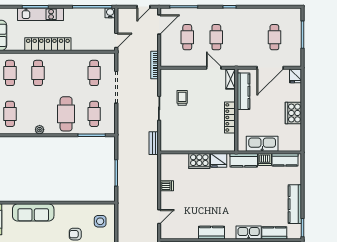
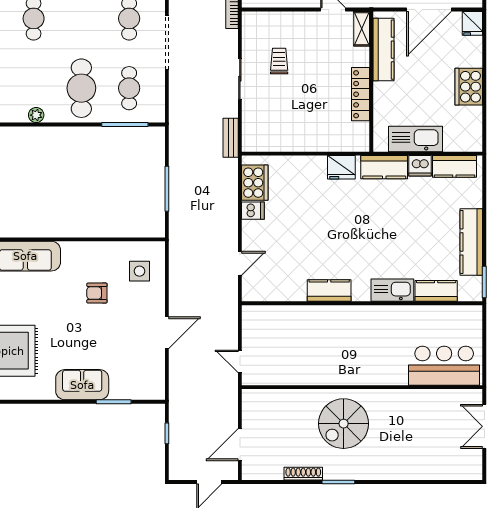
cooker: (199, 161) -> (255, 183), moved, turned -90

